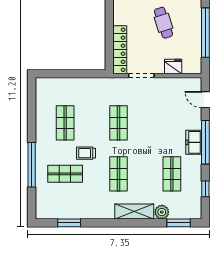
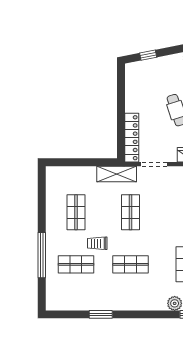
shop shelf: (119, 174) -> (130, 264), turned 90
shelving: (134, 211) -> (117, 174), moved
window: (69, 223) -> (101, 314), moved

